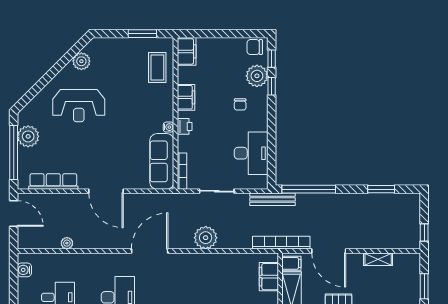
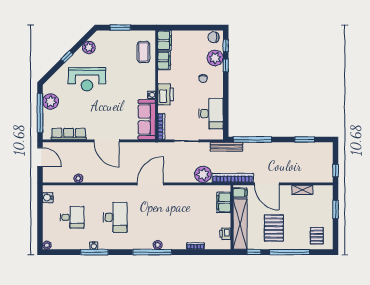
window: (142, 34) -> (120, 28), moved
window: (51, 74) -> (67, 57), added
filing cabinet: (186, 97) -> (164, 61), moved
printer: (185, 126) -> (166, 94), width x1.87, depth x1.48
plant: (206, 238) -> (203, 174), moved
door: (150, 251) -> (150, 184), moved

